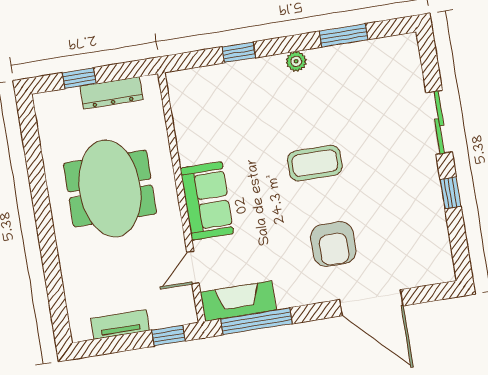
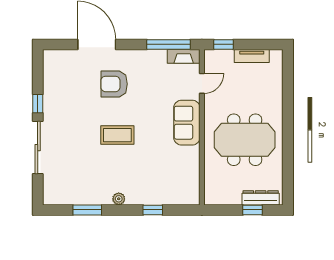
dresser: (112, 93) -> (261, 198), moved
sliding door: (439, 122) -> (38, 148), width x1.37
meeting table: (110, 188) -> (245, 140), turned 90
armchair: (333, 244) -> (114, 84), turned -90
fireplace: (238, 301) -> (184, 56), width x0.73, depth x0.76

